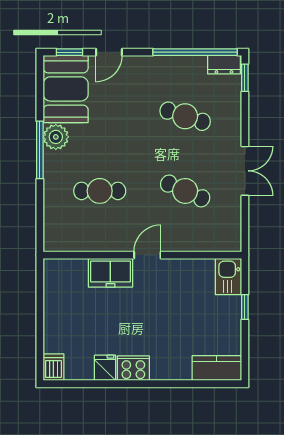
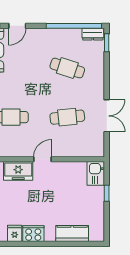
double door: (245, 171) -> (107, 116), moved
cafe table: (185, 191) -> (67, 117), turned -30
kitchen counter: (217, 368) -> (72, 234), moved

